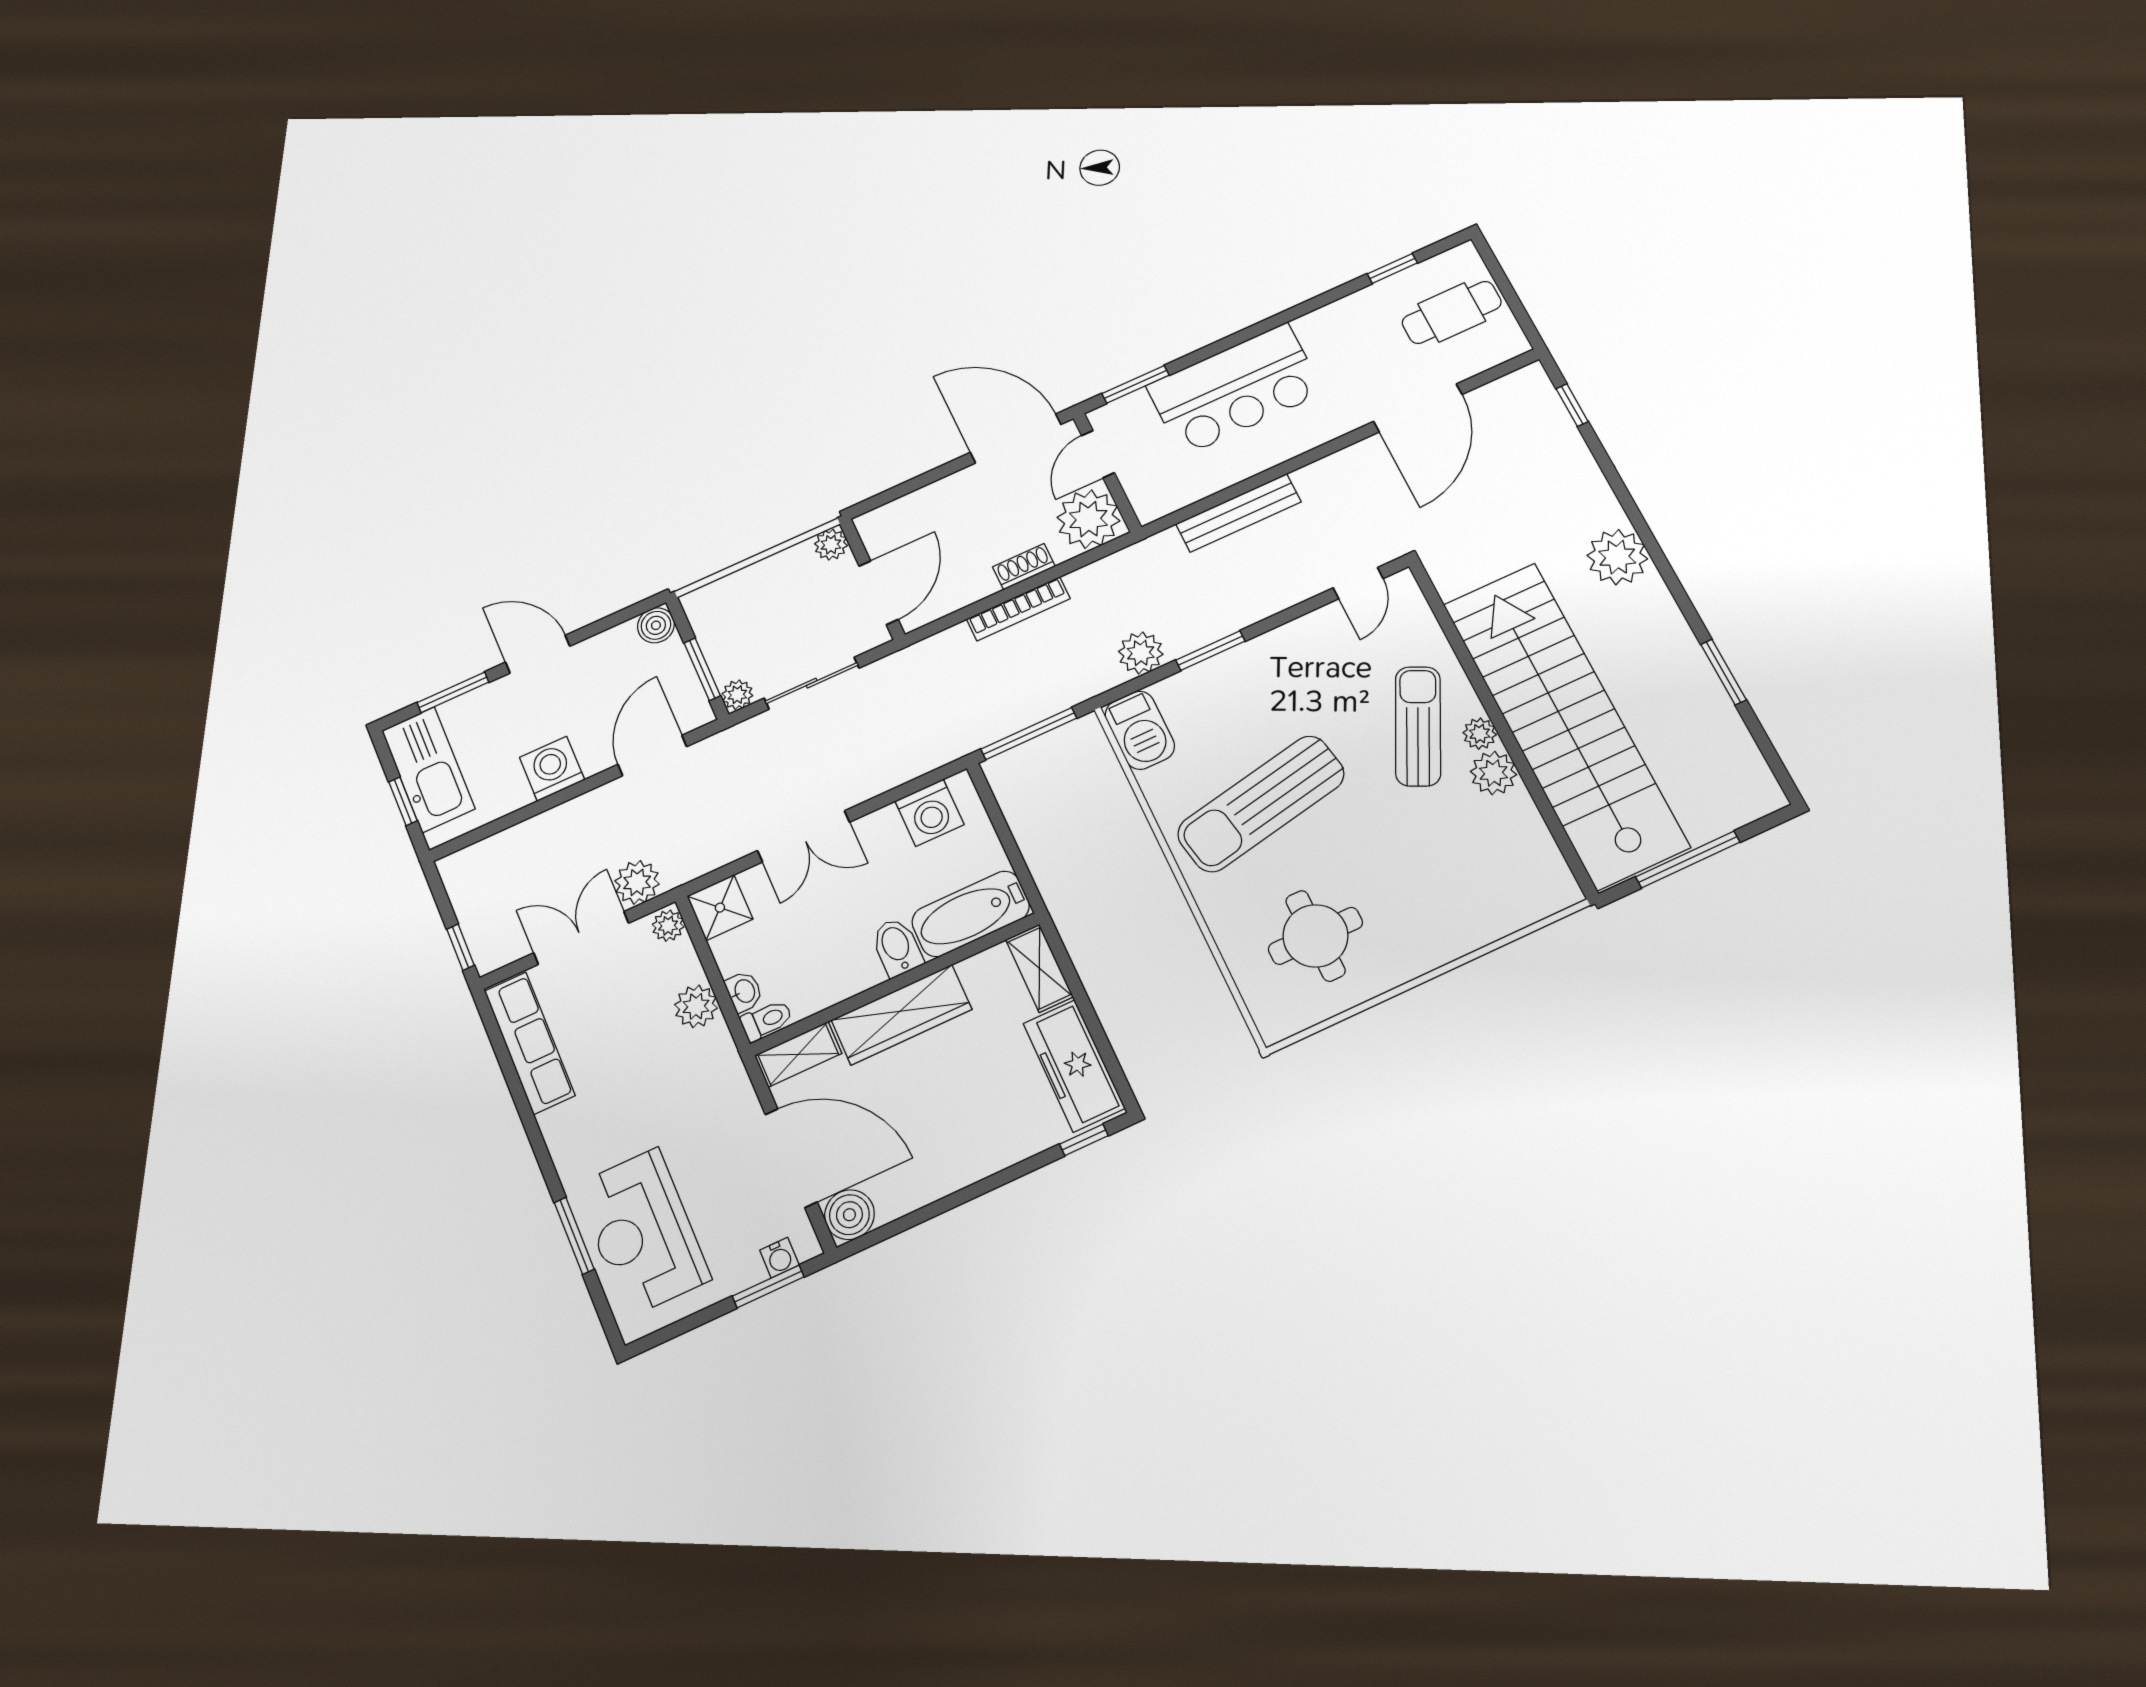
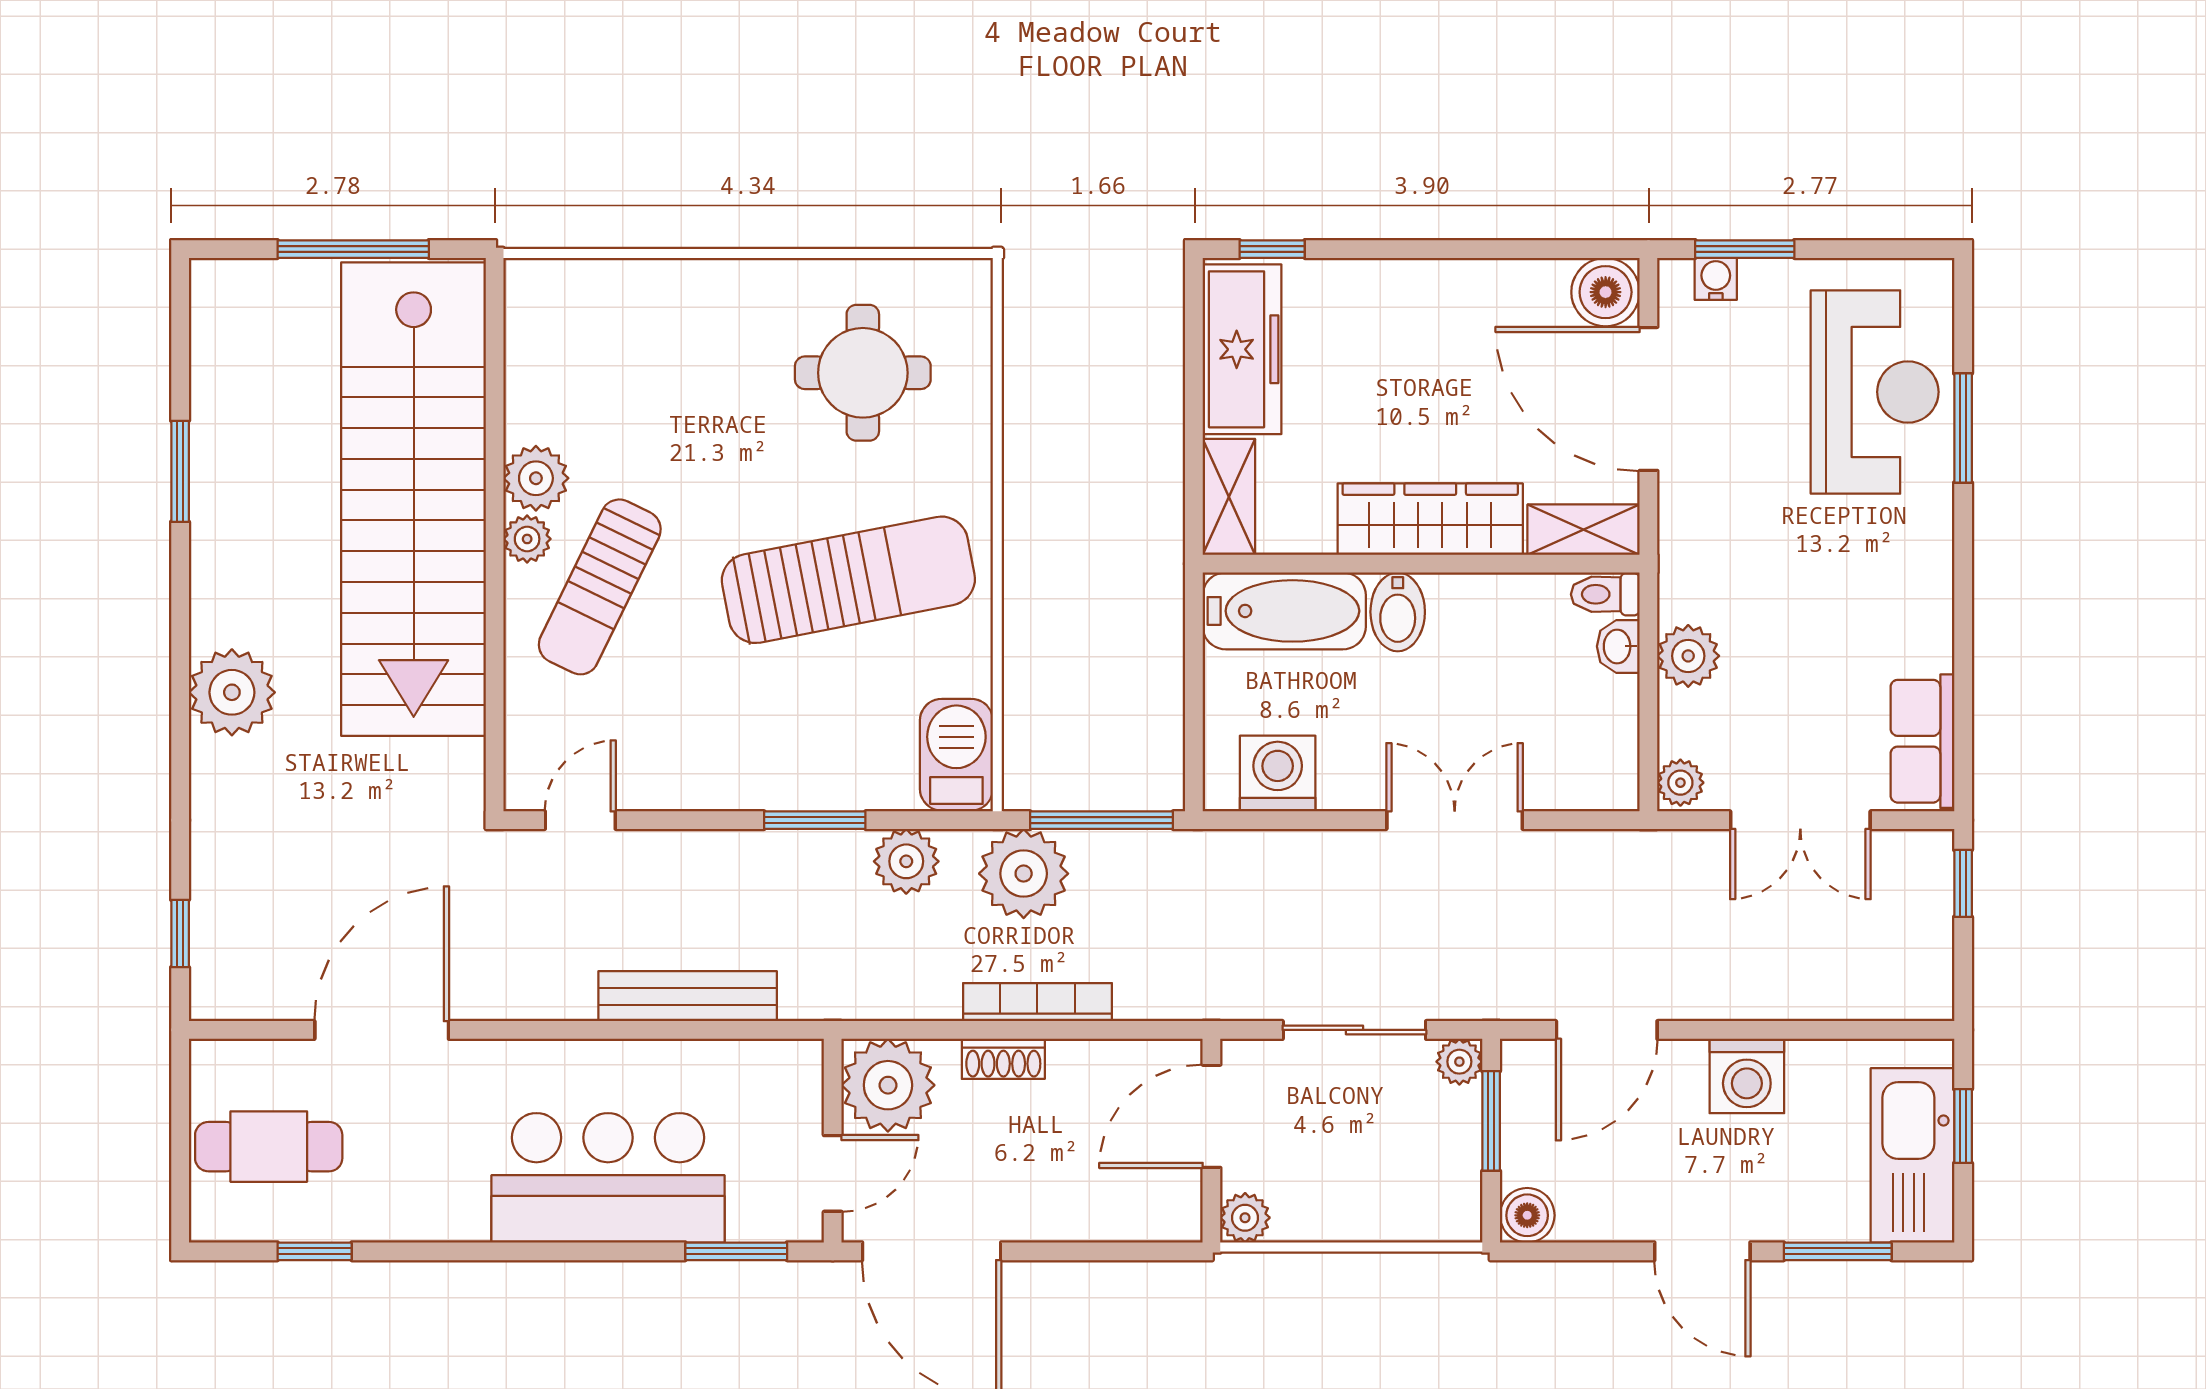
plant: (637, 882) -> (1024, 874), moved, width x1.36, depth x1.36
shower: (720, 908) -> (1603, 775), removed
row of seats: (530, 1043) -> (1922, 741), width x0.68

